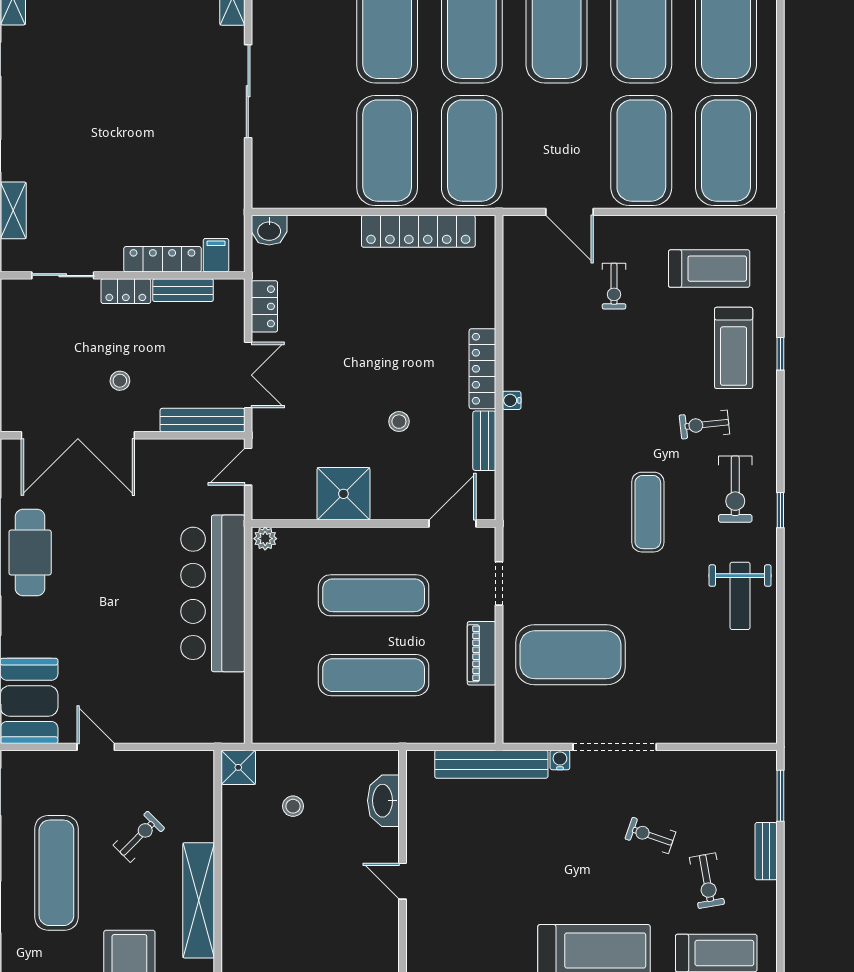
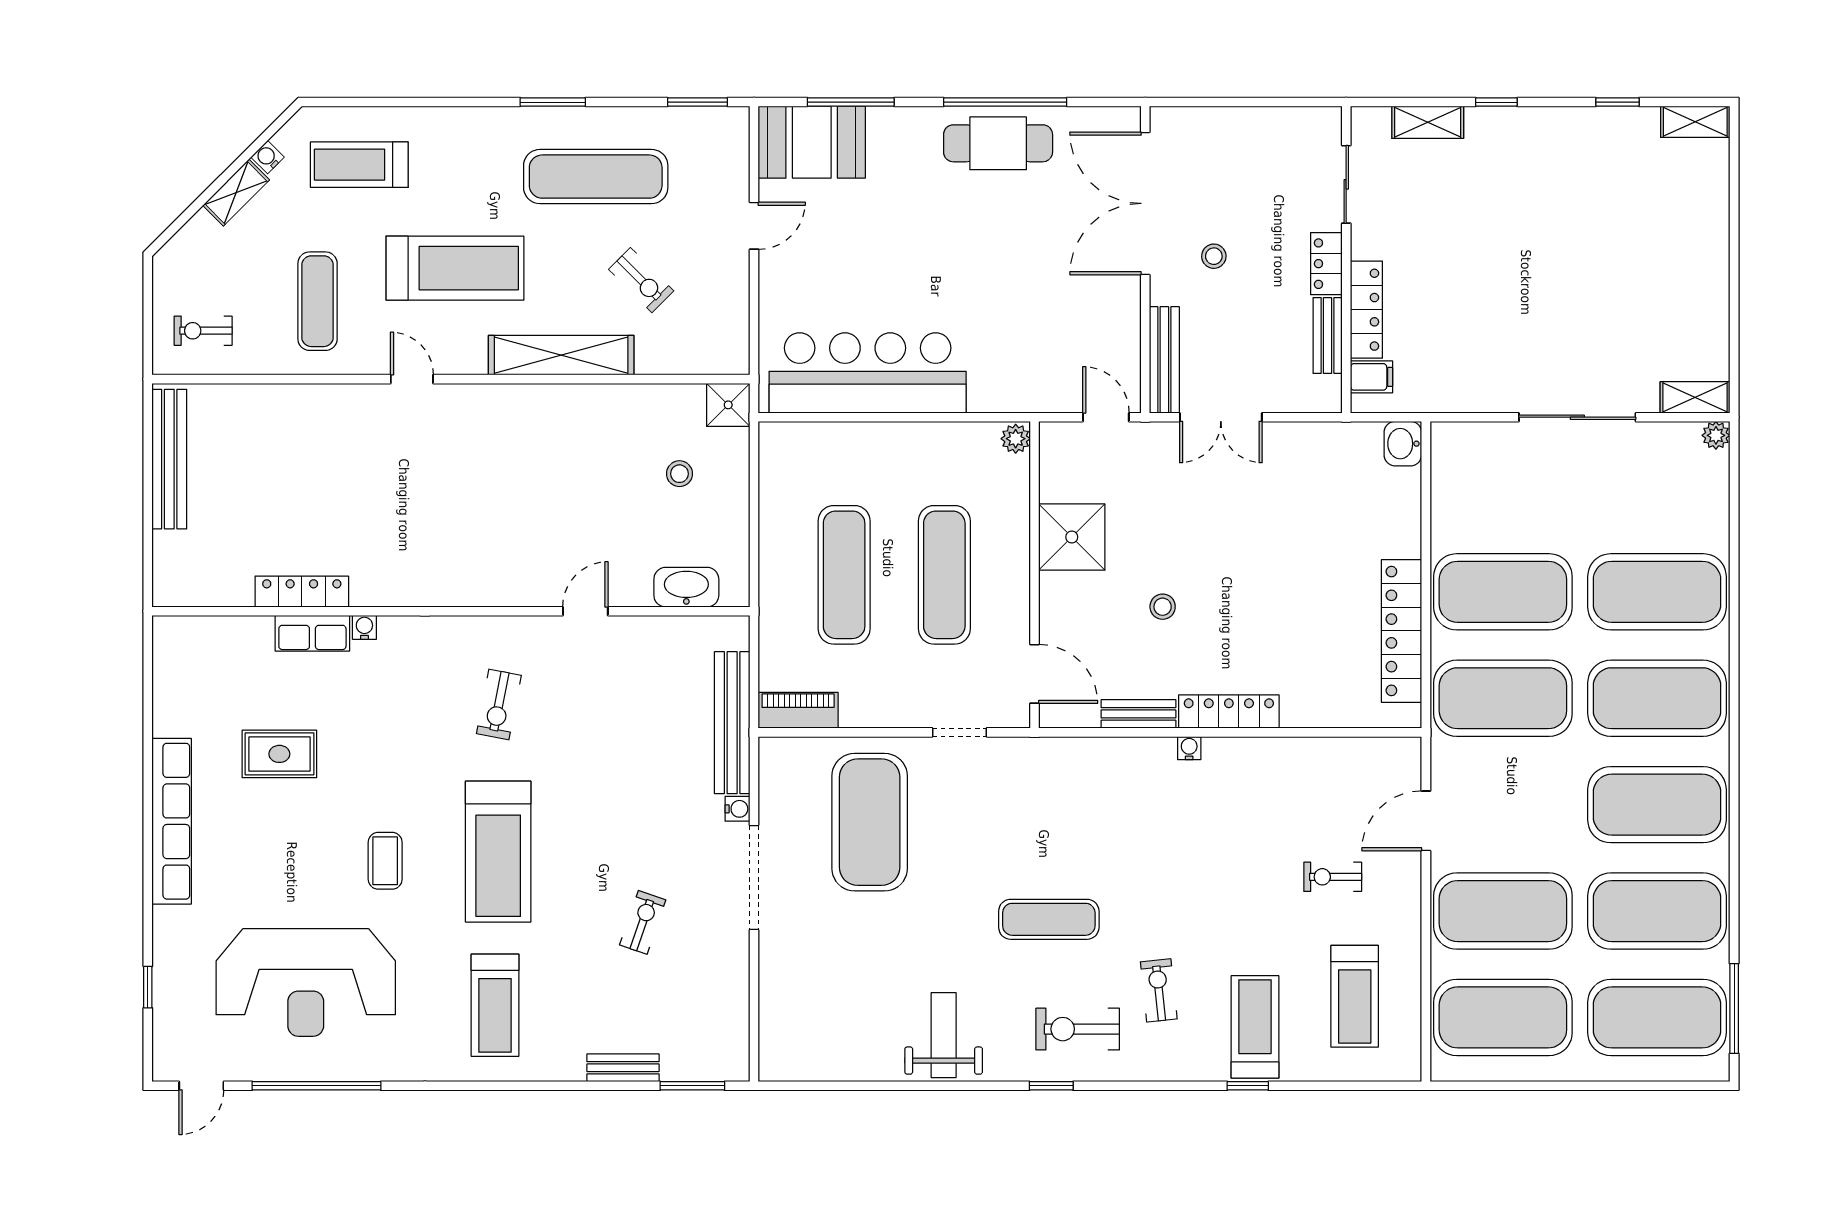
locker: (264, 306) -> (1307, 438), removed
treadmill: (734, 348) -> (1255, 1027), turned 90
bar counter: (213, 593) -> (868, 373), moved
weight bench: (740, 596) -> (944, 1035), turned 90
piano: (481, 653) -> (798, 710), moved
exercise bike: (707, 881) -> (499, 704), moved, turned -69

